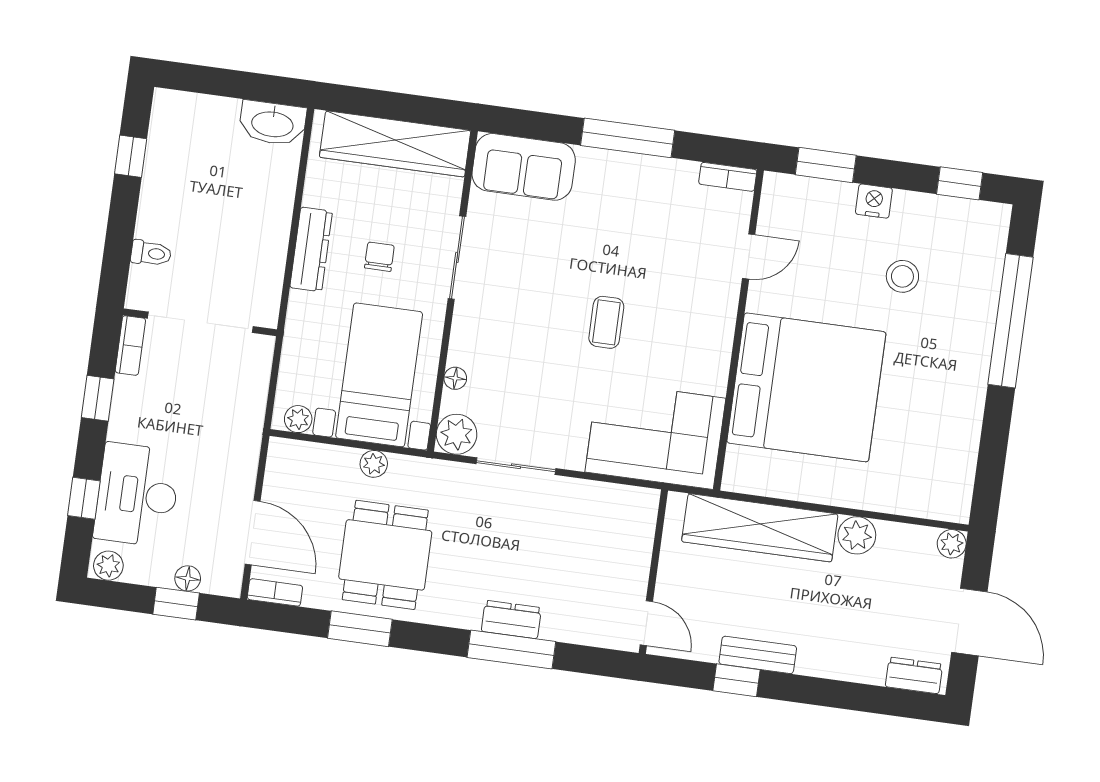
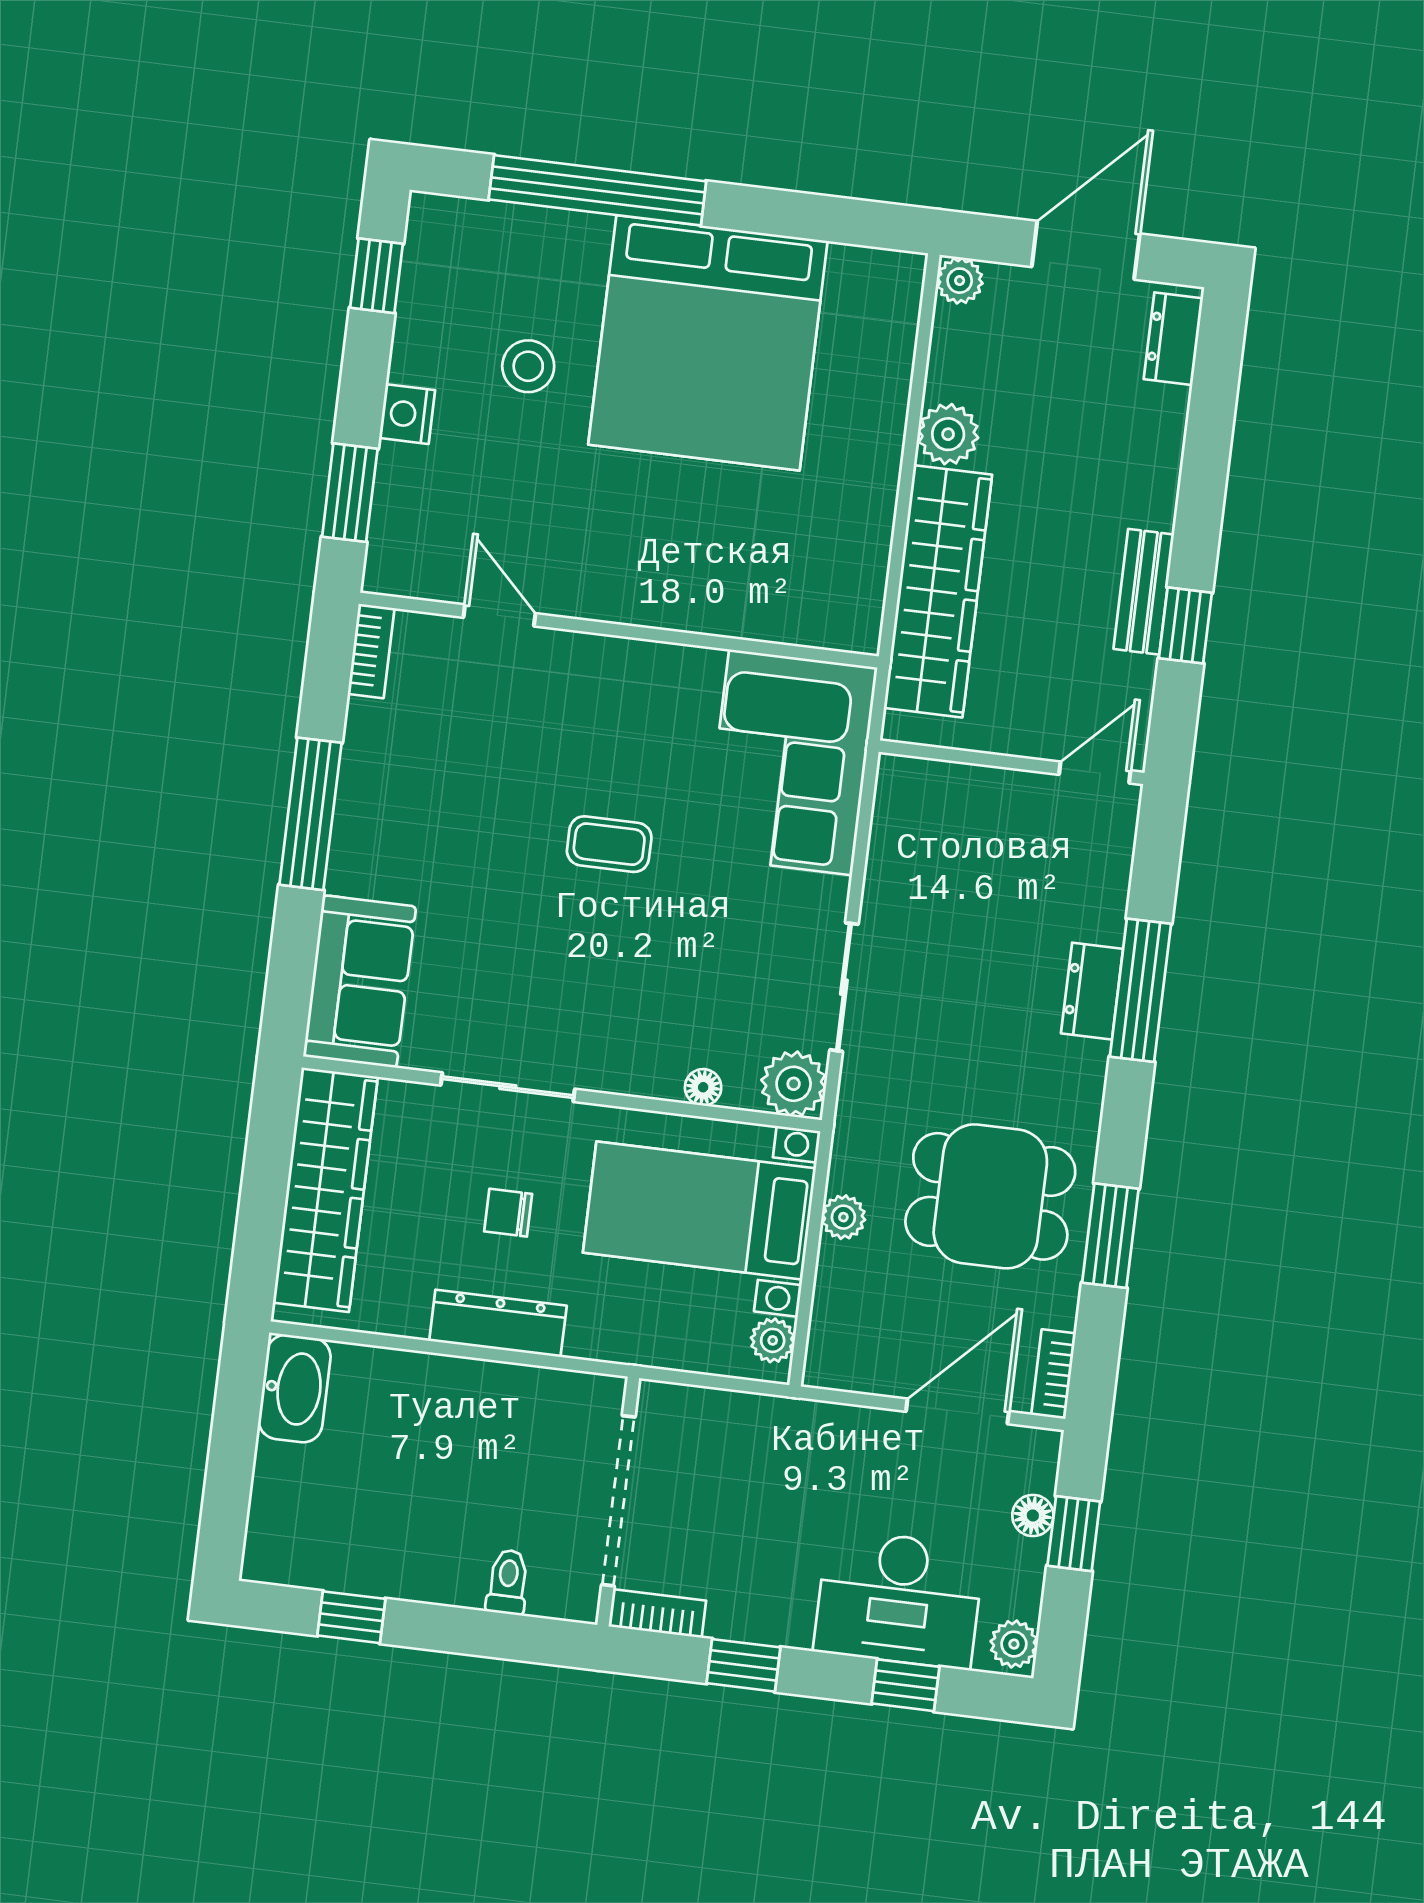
bed: (806, 387) -> (708, 343), moved, turned 180

